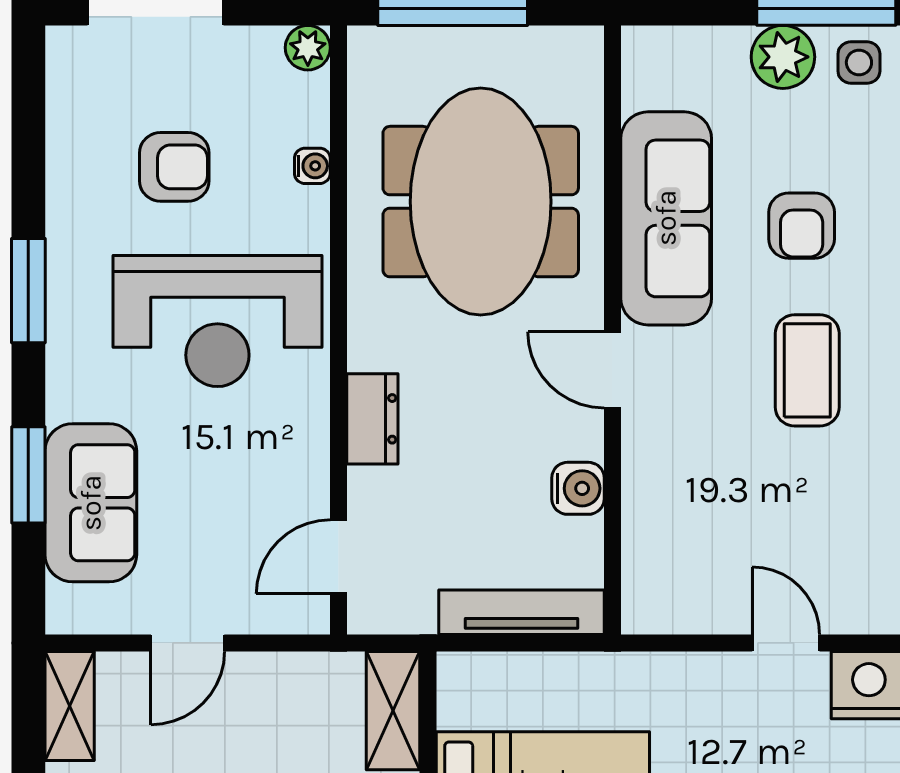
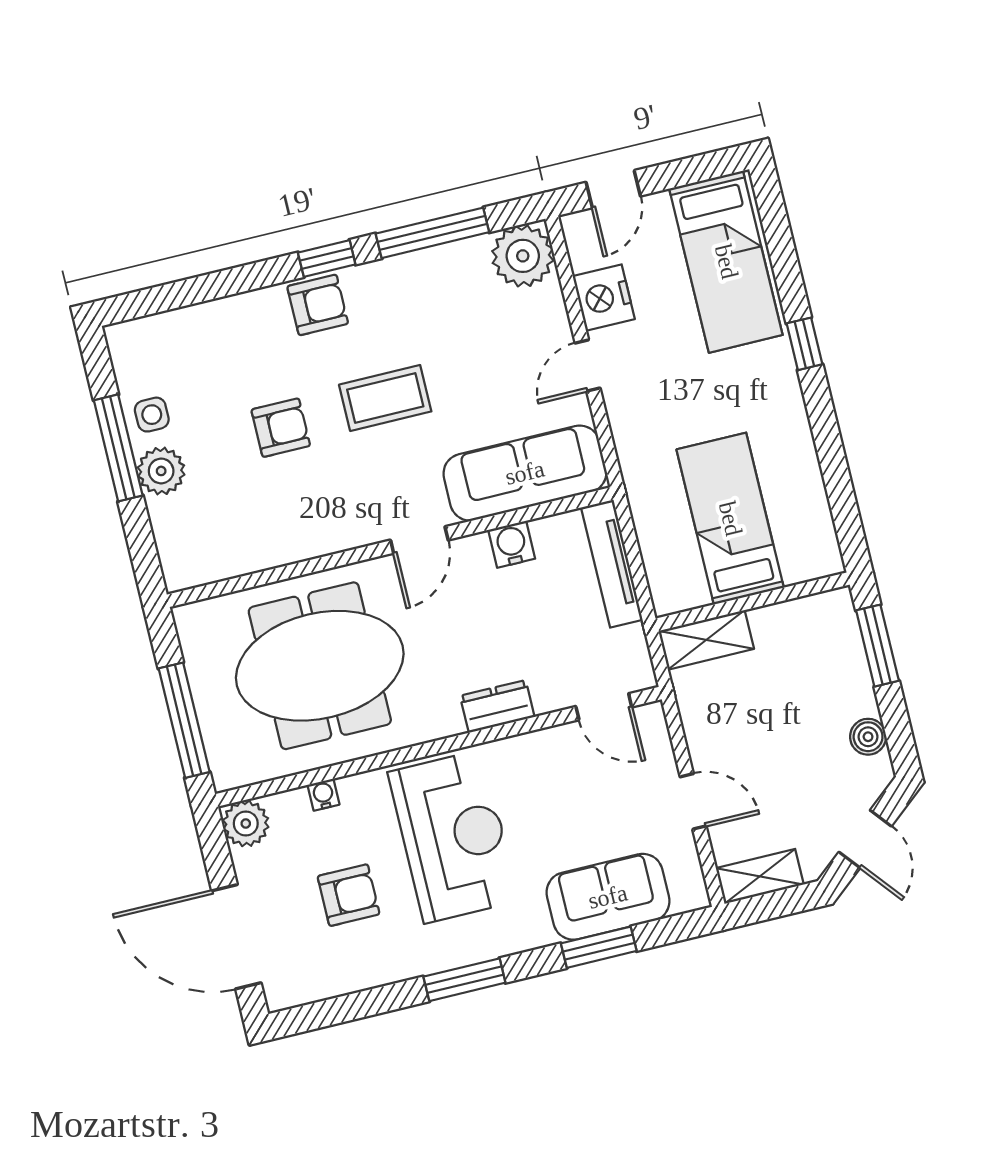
plant: (308, 48) -> (246, 824), width x1.38, depth x1.38
armchair: (174, 167) -> (349, 895), turned 90
sofa: (666, 218) -> (525, 473), moved

